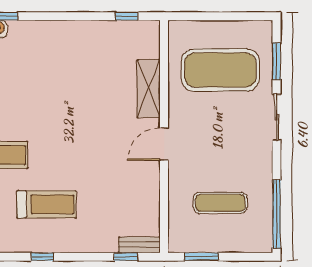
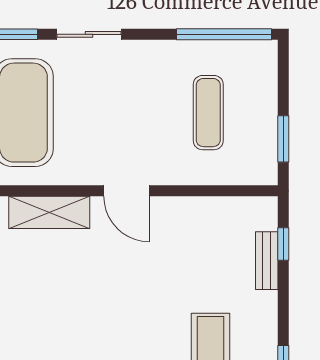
bench: (139, 245) -> (267, 261), moved

